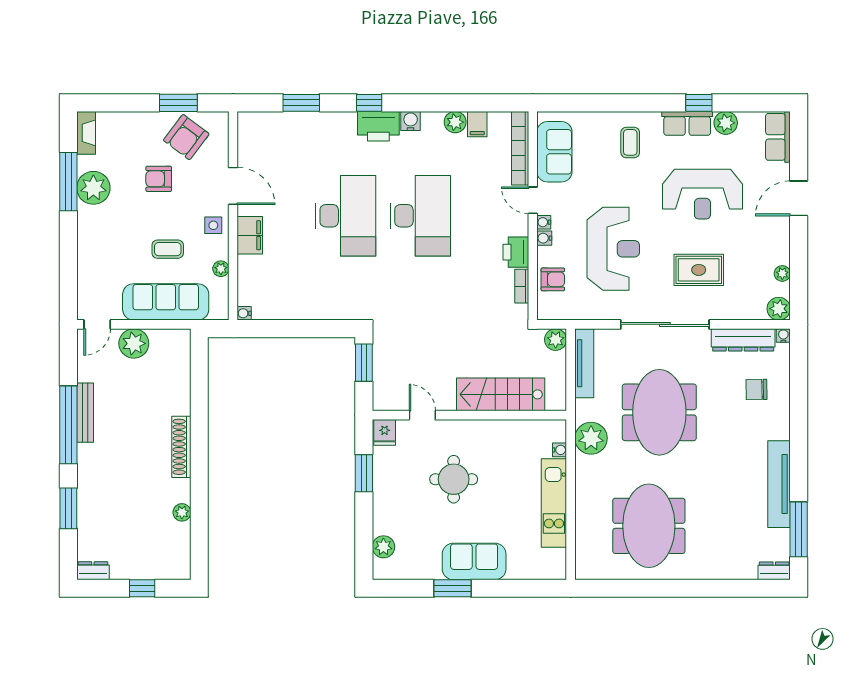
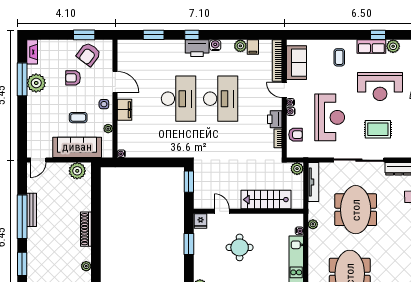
plant: (134, 343) -> (77, 171), moved
plant: (591, 438) -> (313, 224), width x0.53, depth x0.53

